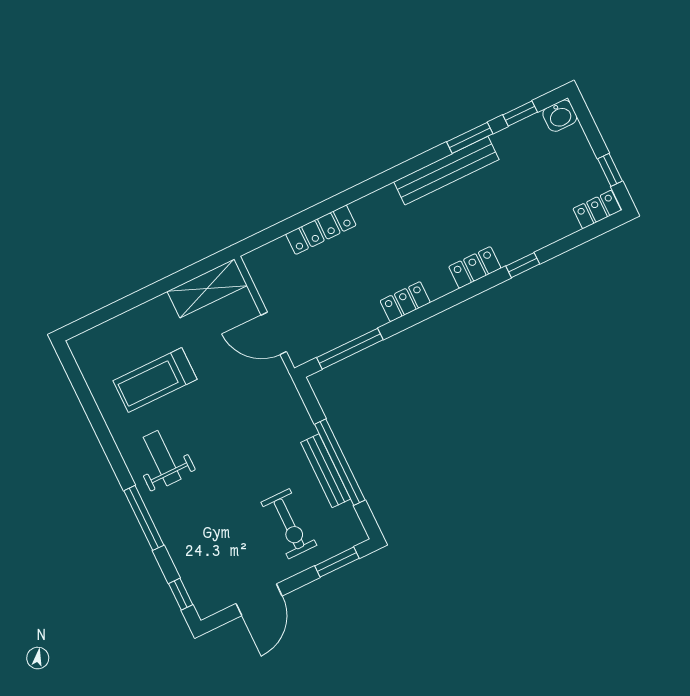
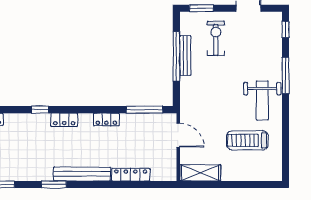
window: (470, 138) -> (54, 184), moved
bench: (446, 171) -> (82, 174), moved
treadmill: (155, 380) -> (247, 140), turned 180
weight bench: (162, 458) -> (262, 100), width x1.36, depth x1.33

